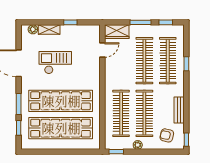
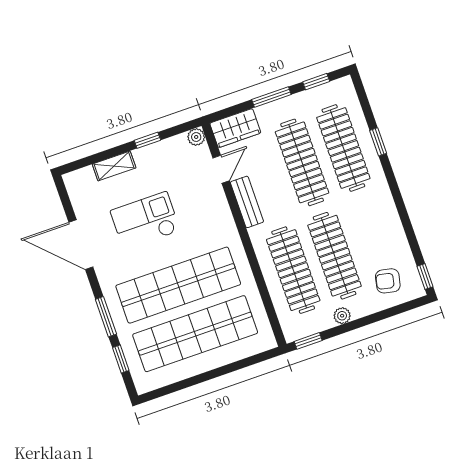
plant: (33, 29) -> (196, 137), moved
bench: (179, 110) -> (247, 202), moved

